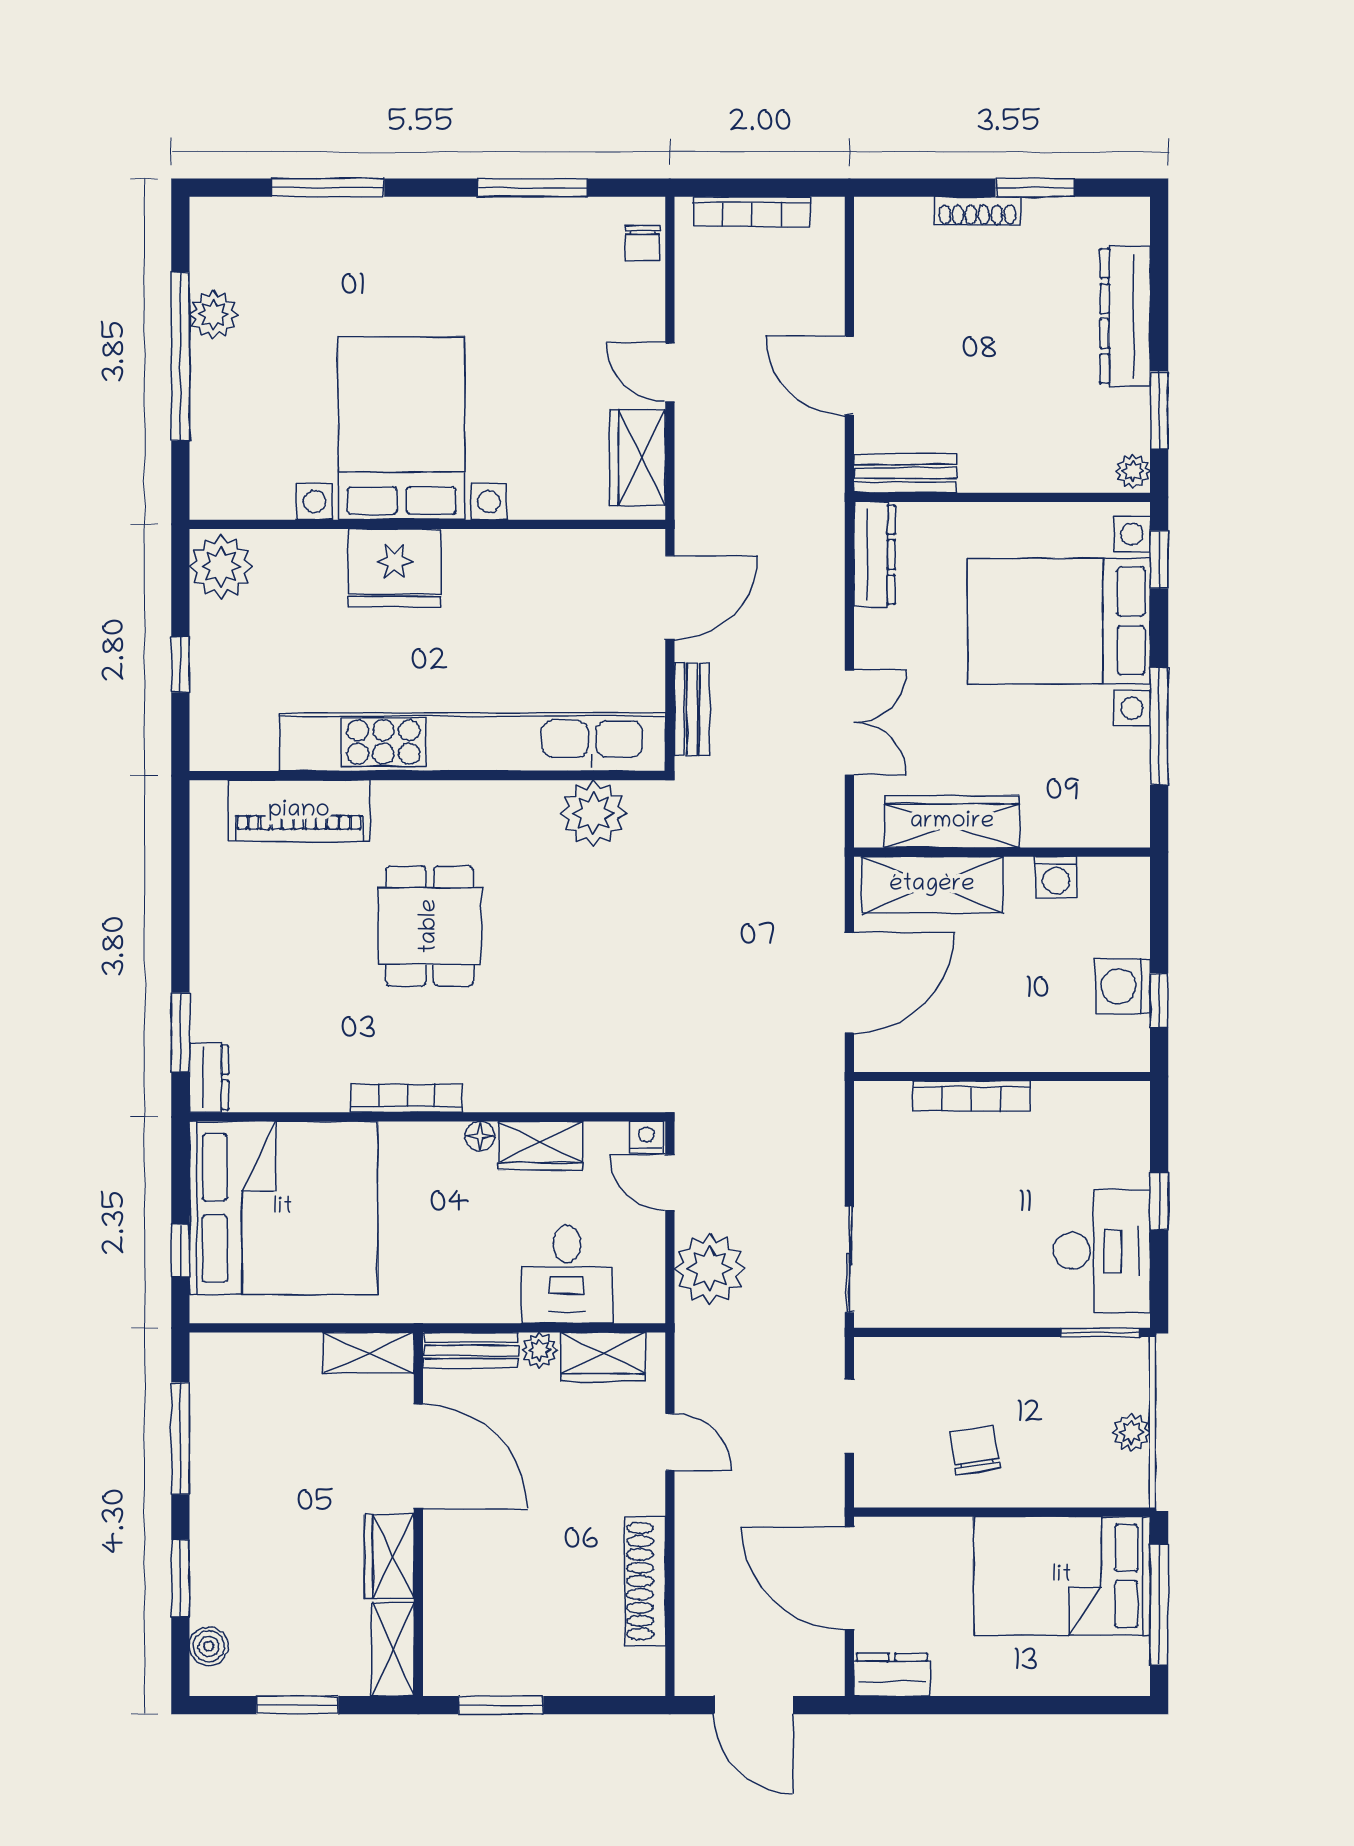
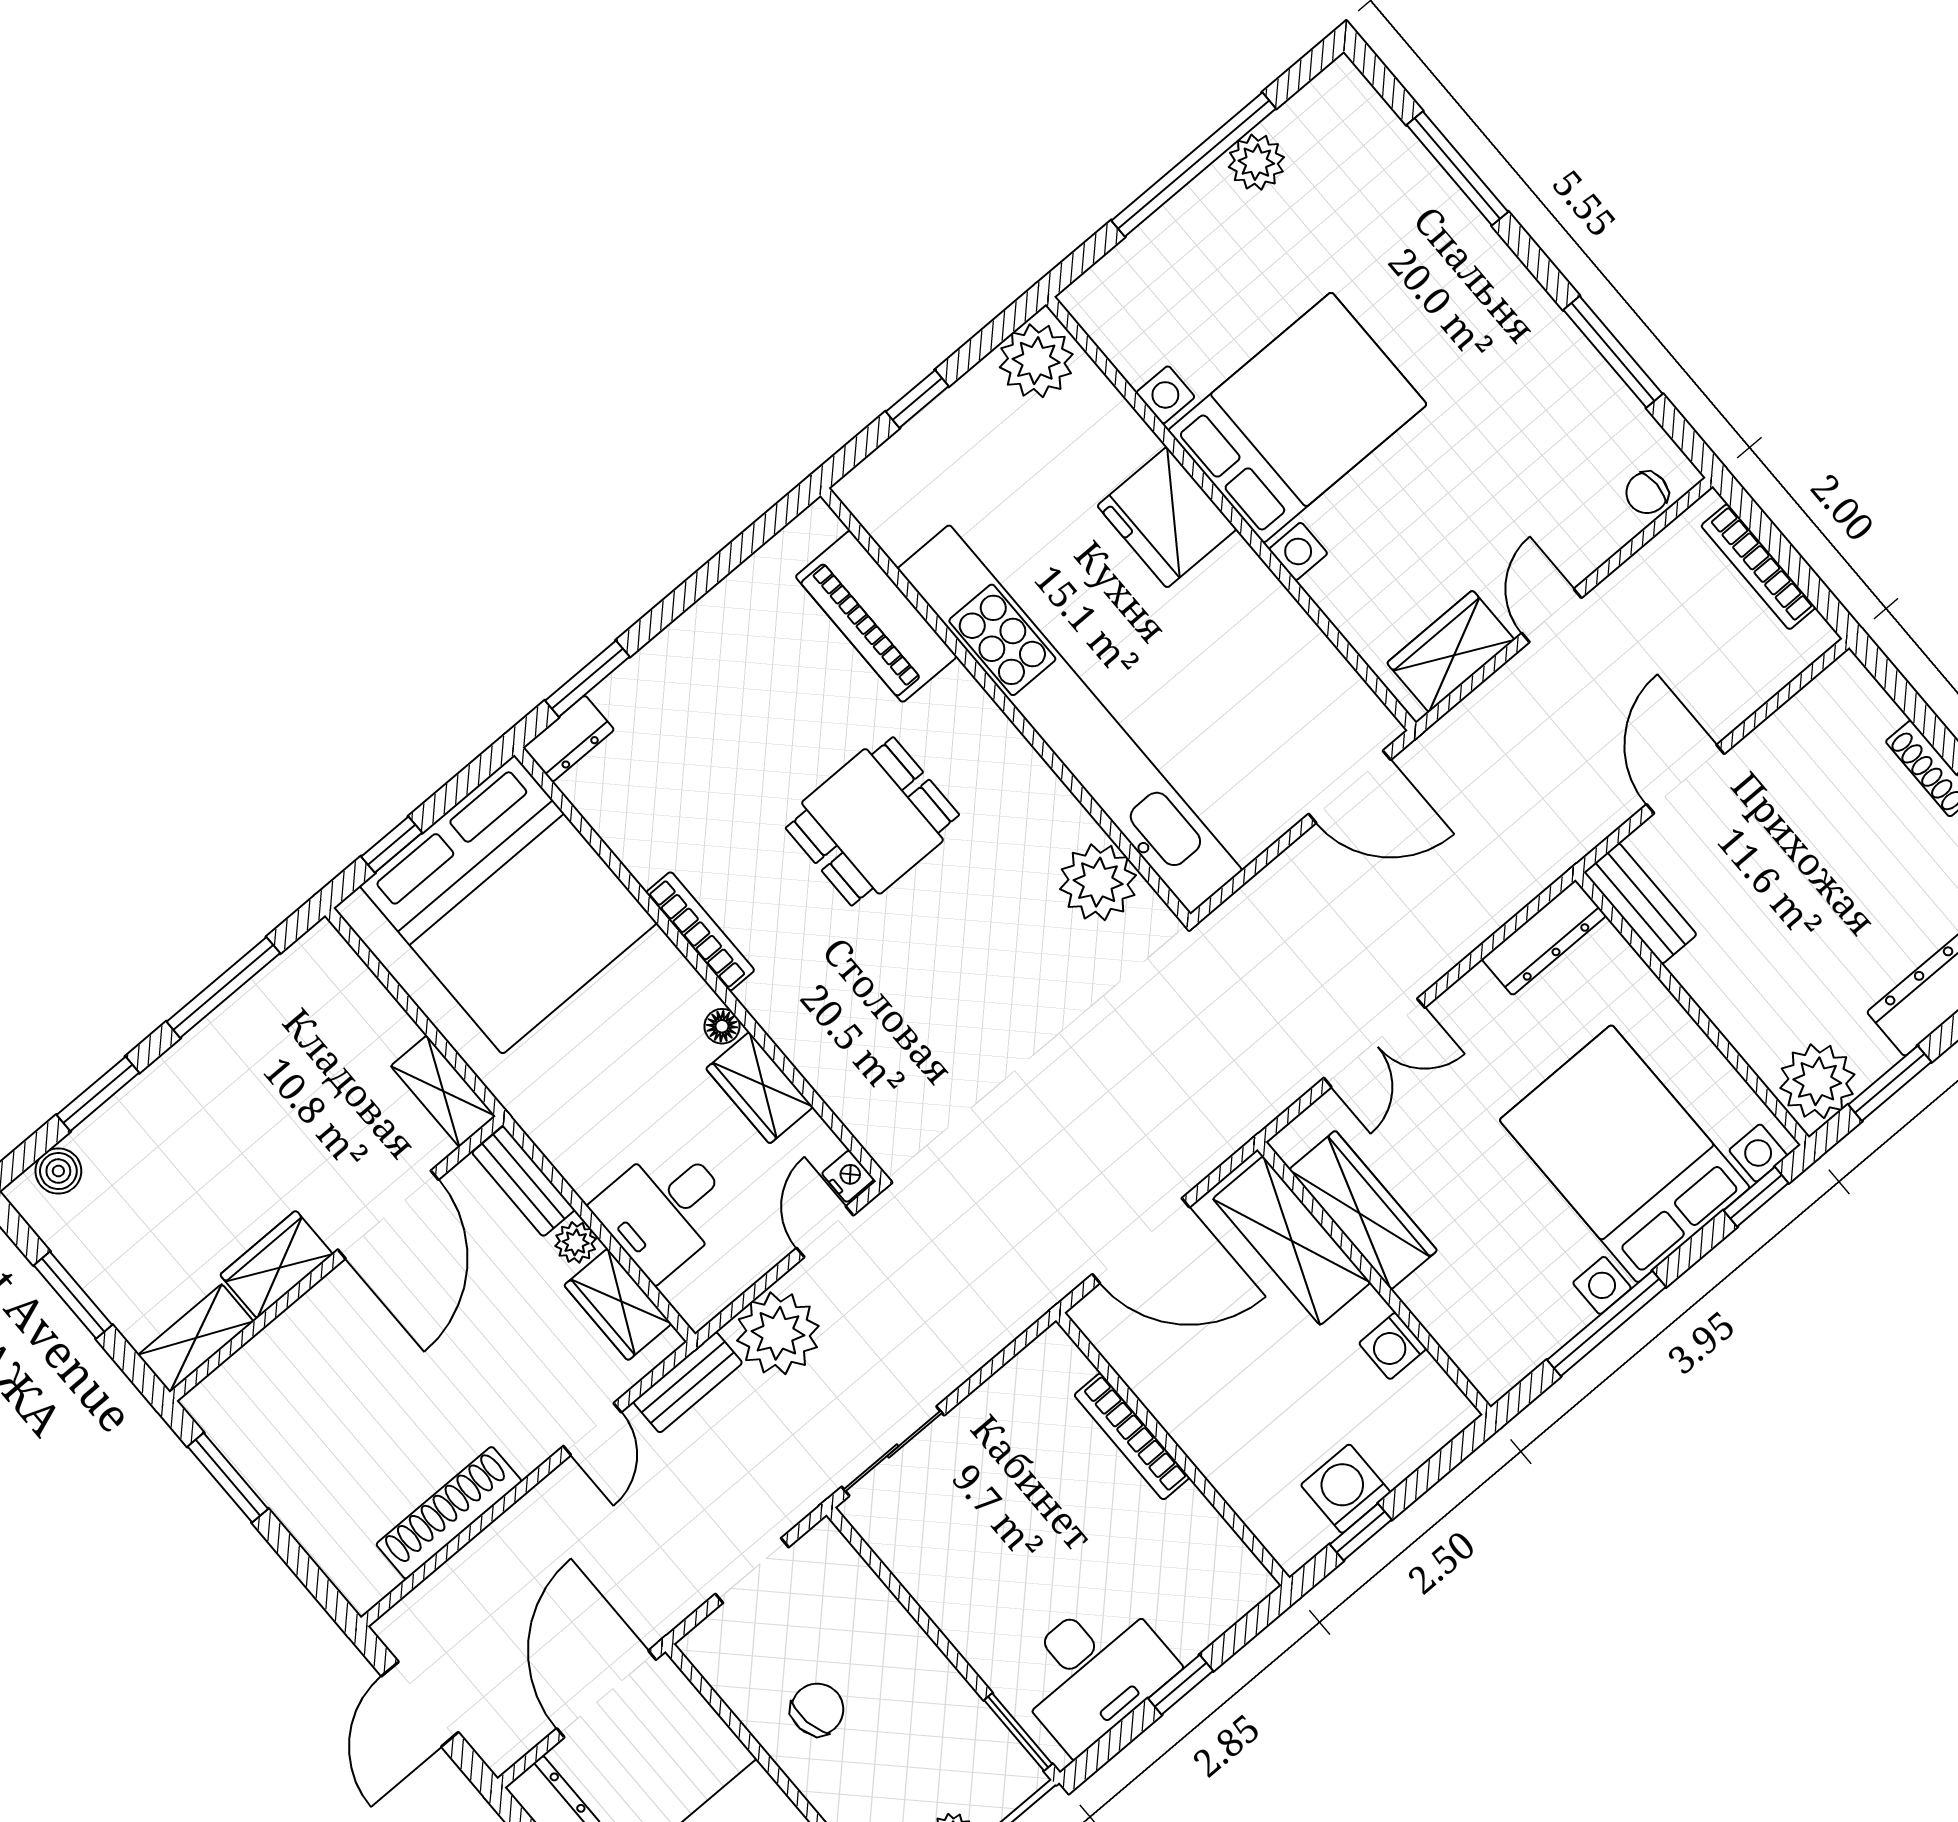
plant: (1133, 471) -> (1817, 1081), width x1.87, depth x1.87
bench: (692, 709) -> (688, 1382), moved

